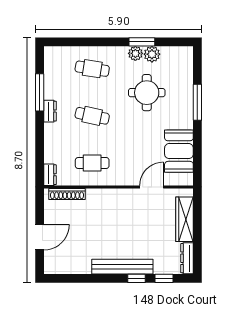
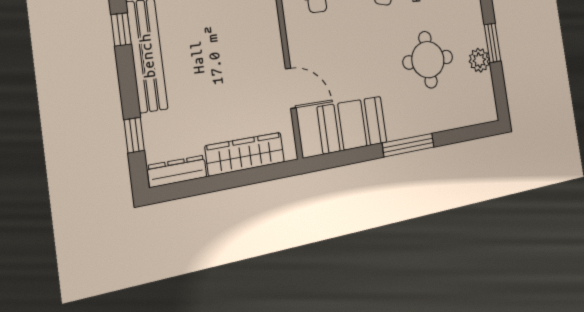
plant: (135, 53) -> (477, 35), removed
window: (197, 102) -> (408, 145), moved
window: (137, 278) -> (121, 29), moved

